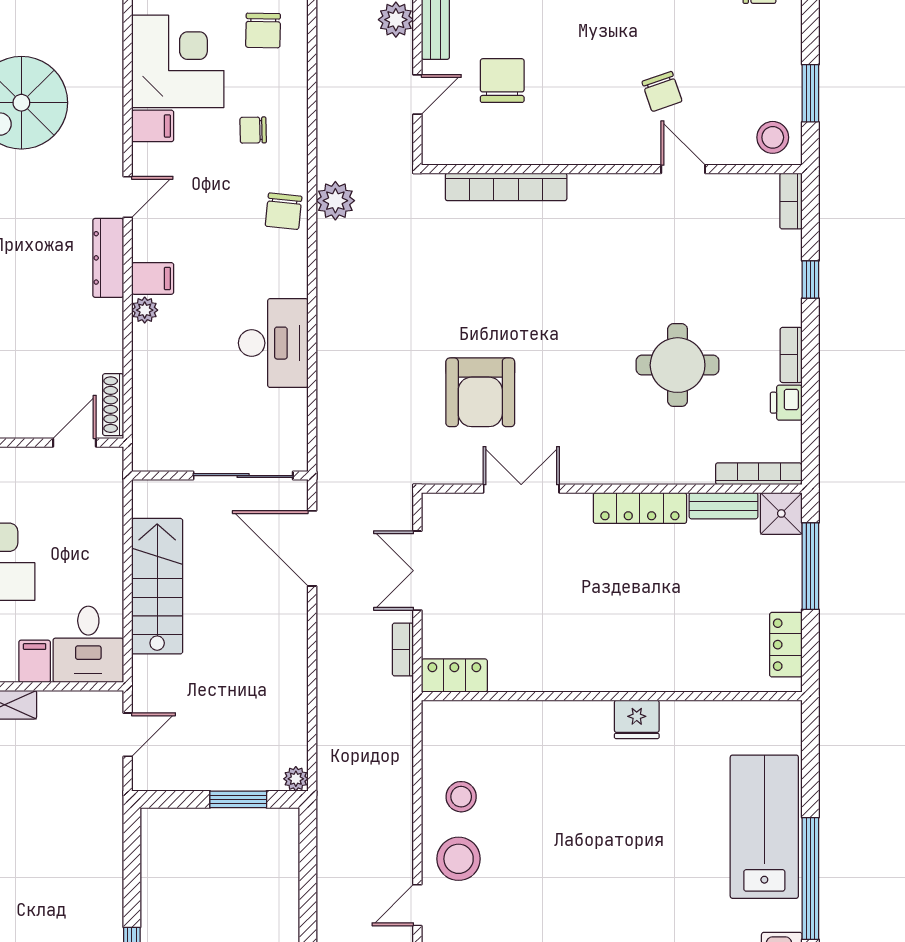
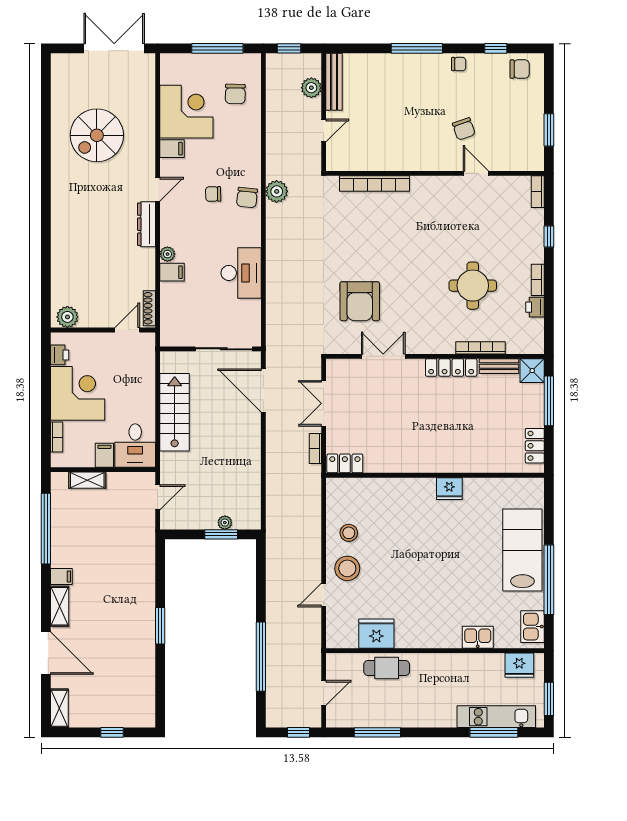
chair: (502, 81) -> (372, 123), removed
chair: (253, 130) -> (213, 194), moved
stool: (773, 137) -> (527, 155), removed
filing cabinet: (153, 278) -> (172, 272), moved
bookcase: (759, 474) -> (480, 348), moved
plant: (296, 779) -> (225, 523), moved

